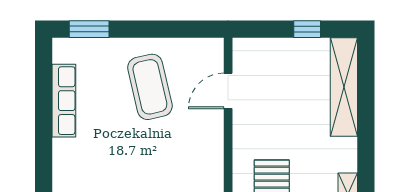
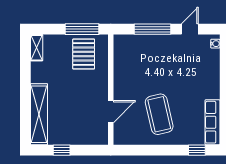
window: (89, 29) -> (197, 150), width x0.67
row of seats: (64, 101) -> (212, 122), moved

